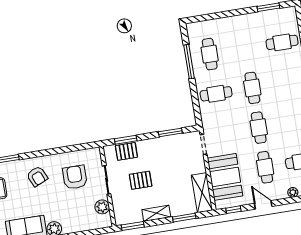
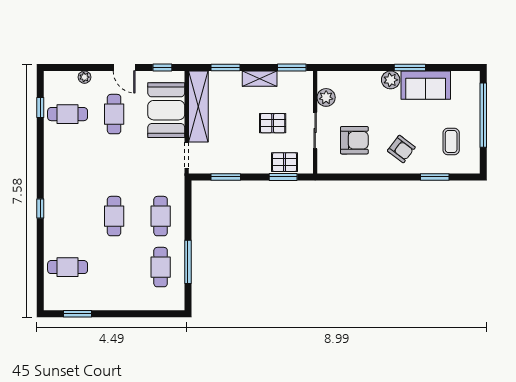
cafe table: (216, 94) -> (161, 216), turned 90
cafe table: (259, 128) -> (114, 165), removed
armchair: (37, 176) -> (401, 149), turned 151
armchair: (75, 177) -> (354, 140), turned -90
shelving: (202, 193) -> (198, 106), width x1.47

